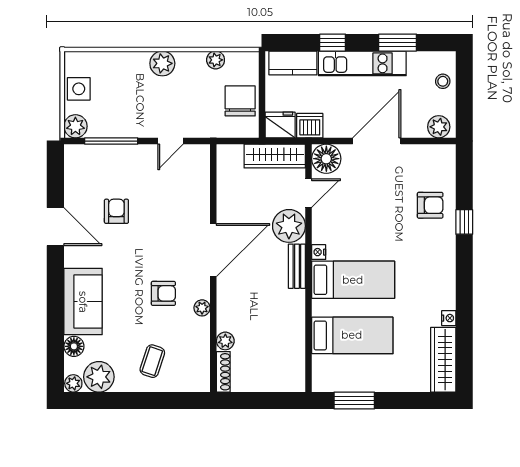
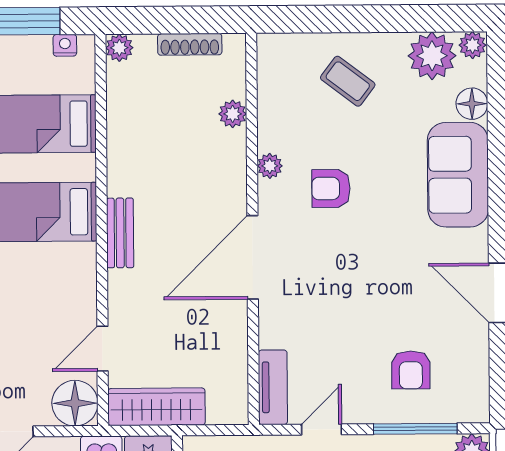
tv unit: (201, 168) -> (273, 387), added
armchair: (116, 211) -> (411, 370), moved
plant: (289, 226) -> (119, 48), moved, width x0.53, depth x0.53
nightstand: (319, 252) -> (65, 45), moved, turned -90
coffee table: (152, 361) -> (348, 81), turned -71
shoe rack: (223, 372) -> (190, 44), moved, turned -90

